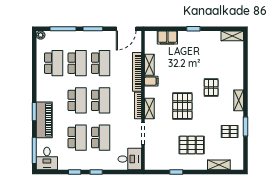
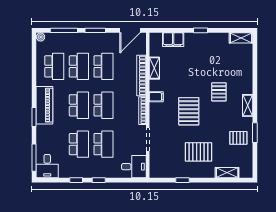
filing cabinet: (151, 81) -> (156, 97), moved
shelving: (149, 108) -> (154, 114), removed
piano: (44, 120) -> (44, 105), moved

